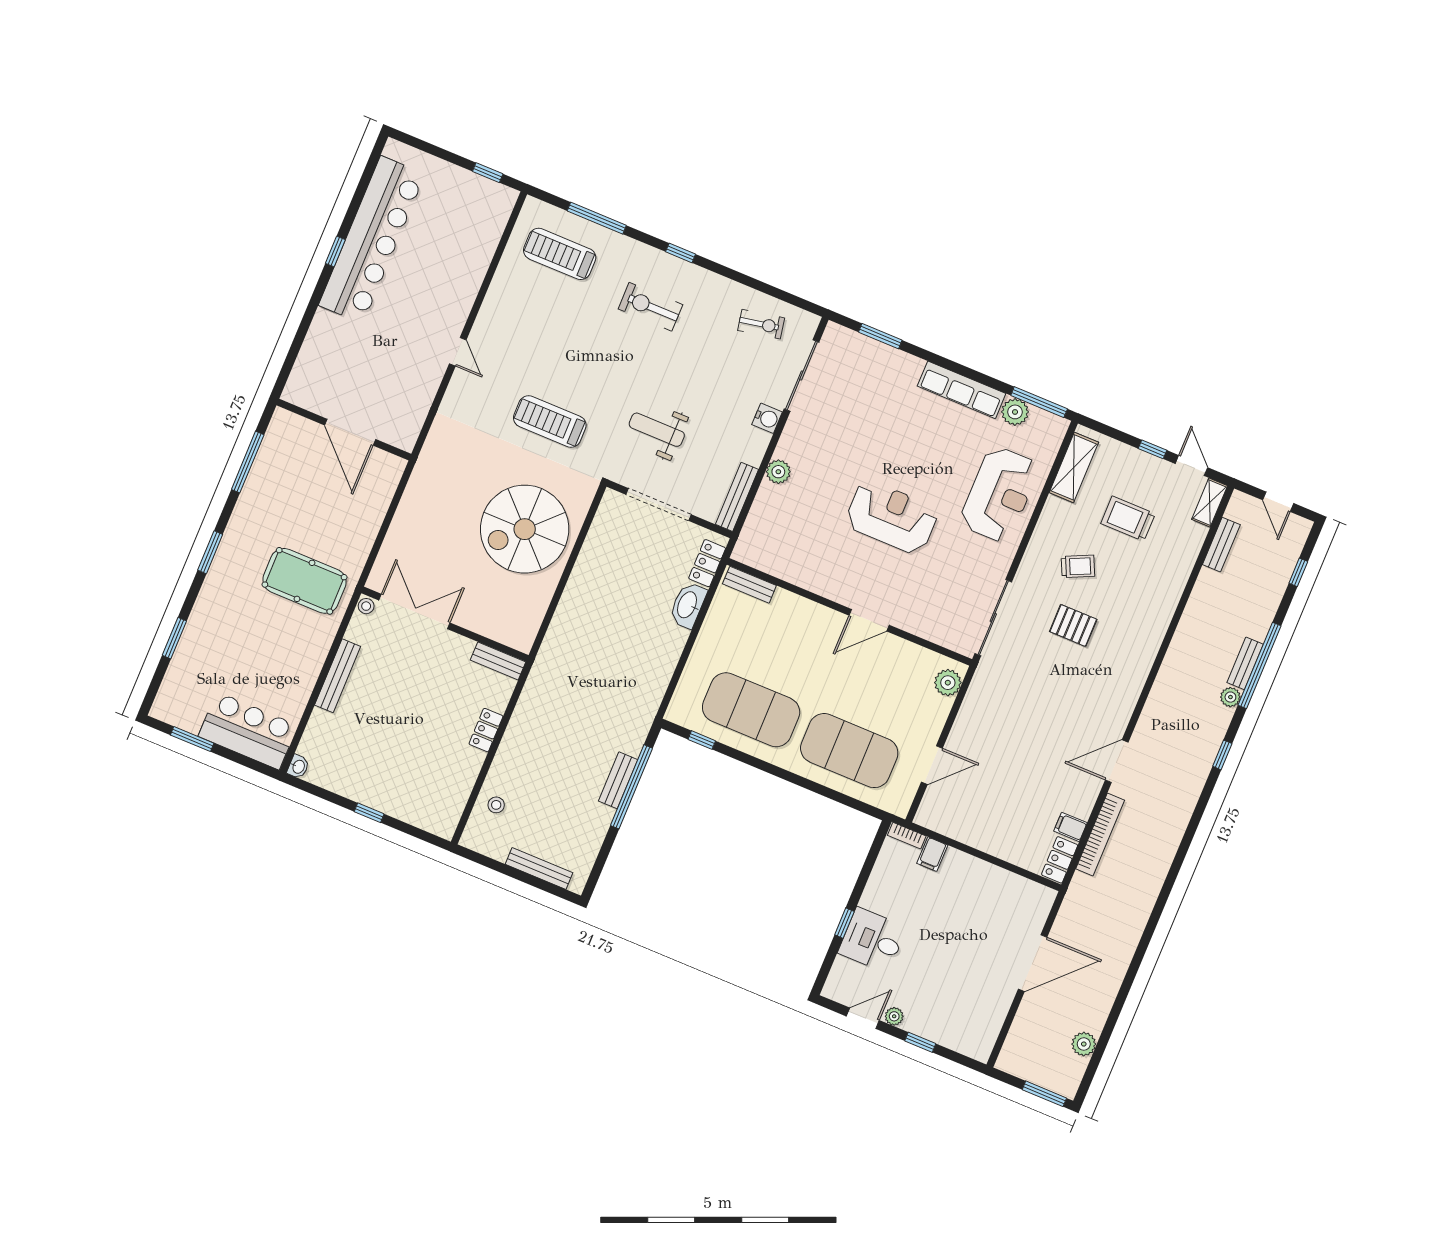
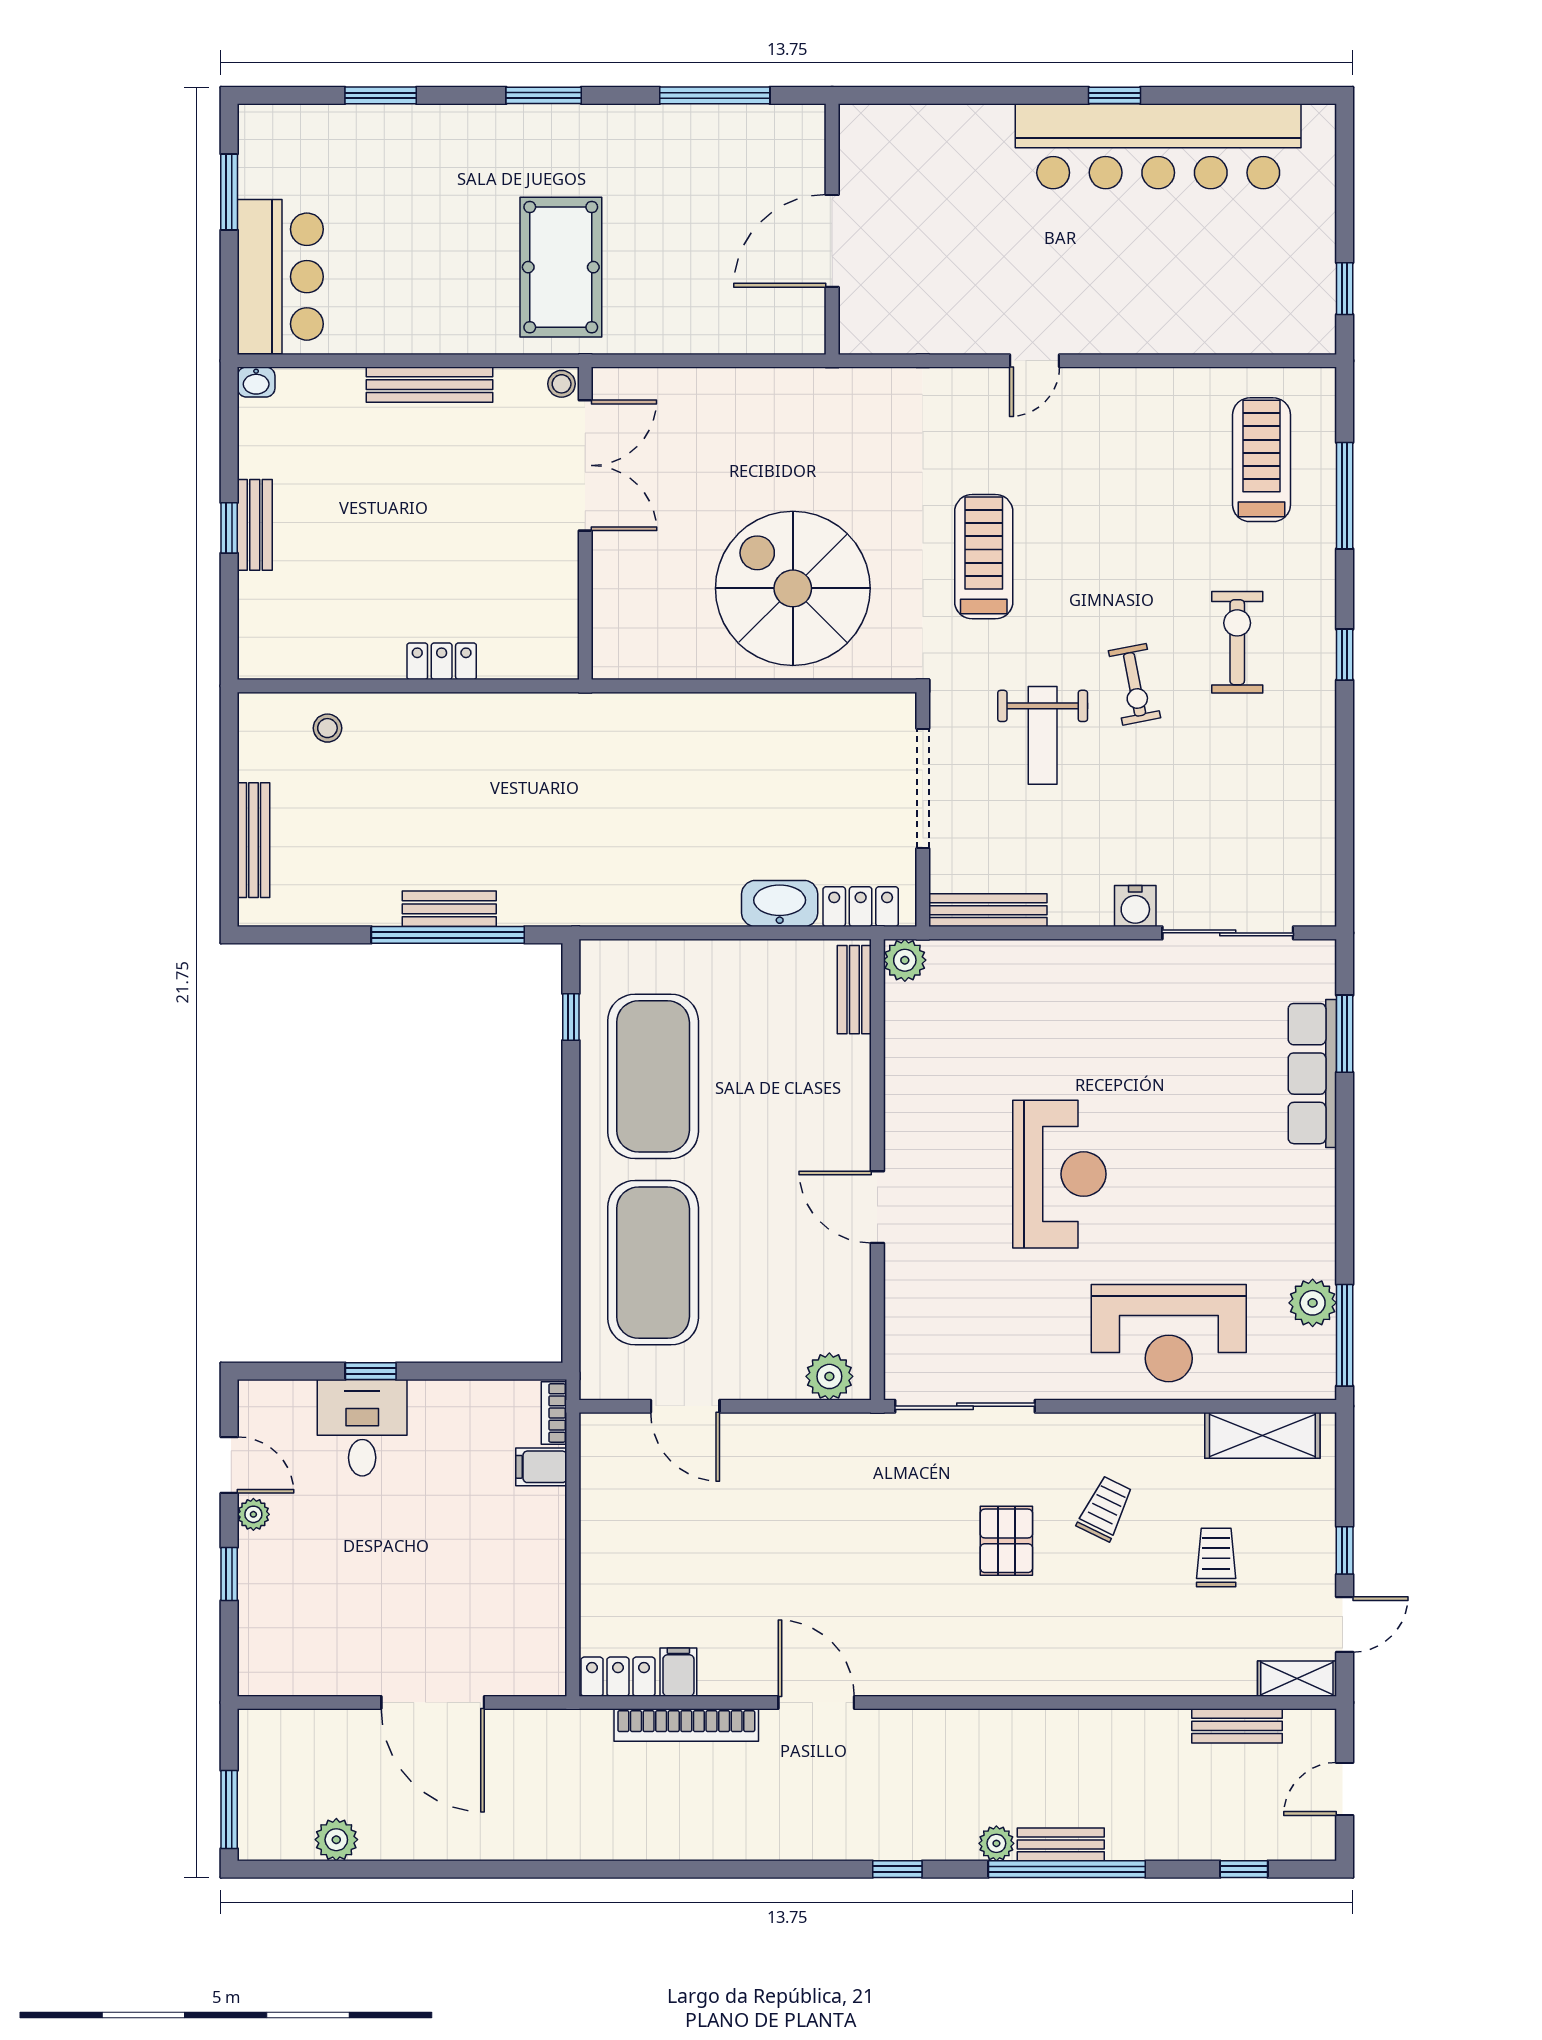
exercise bike: (761, 324) -> (1135, 684), moved
row of seats: (962, 390) -> (1312, 1074), moved
weight bench: (657, 430) -> (1043, 735), turned 180
plant: (778, 472) -> (905, 960), moved
trolley: (1128, 519) -> (1216, 1557), width x0.73, depth x0.72
trolley: (1078, 566) -> (1105, 1509), turned -129
bench: (498, 661) -> (255, 525), moved

